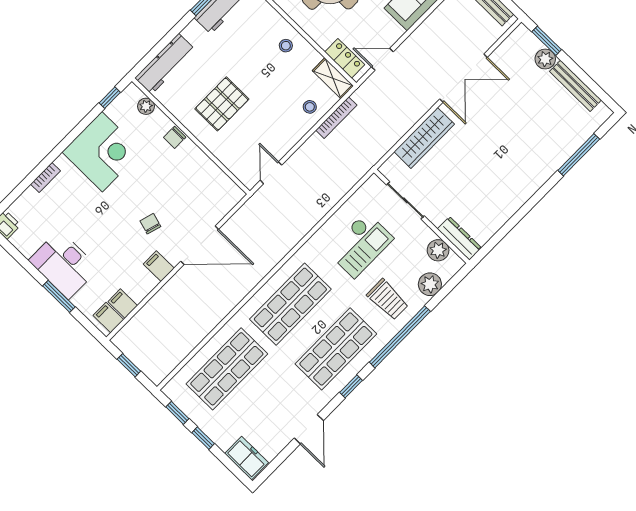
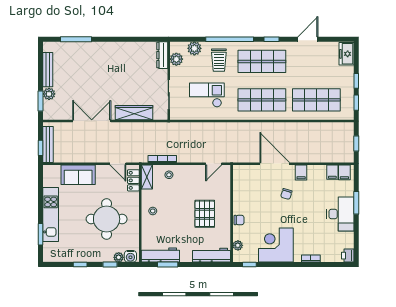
pallet: (222, 104) -> (205, 214), turned 90
trolley: (388, 300) -> (219, 60), turned 180

